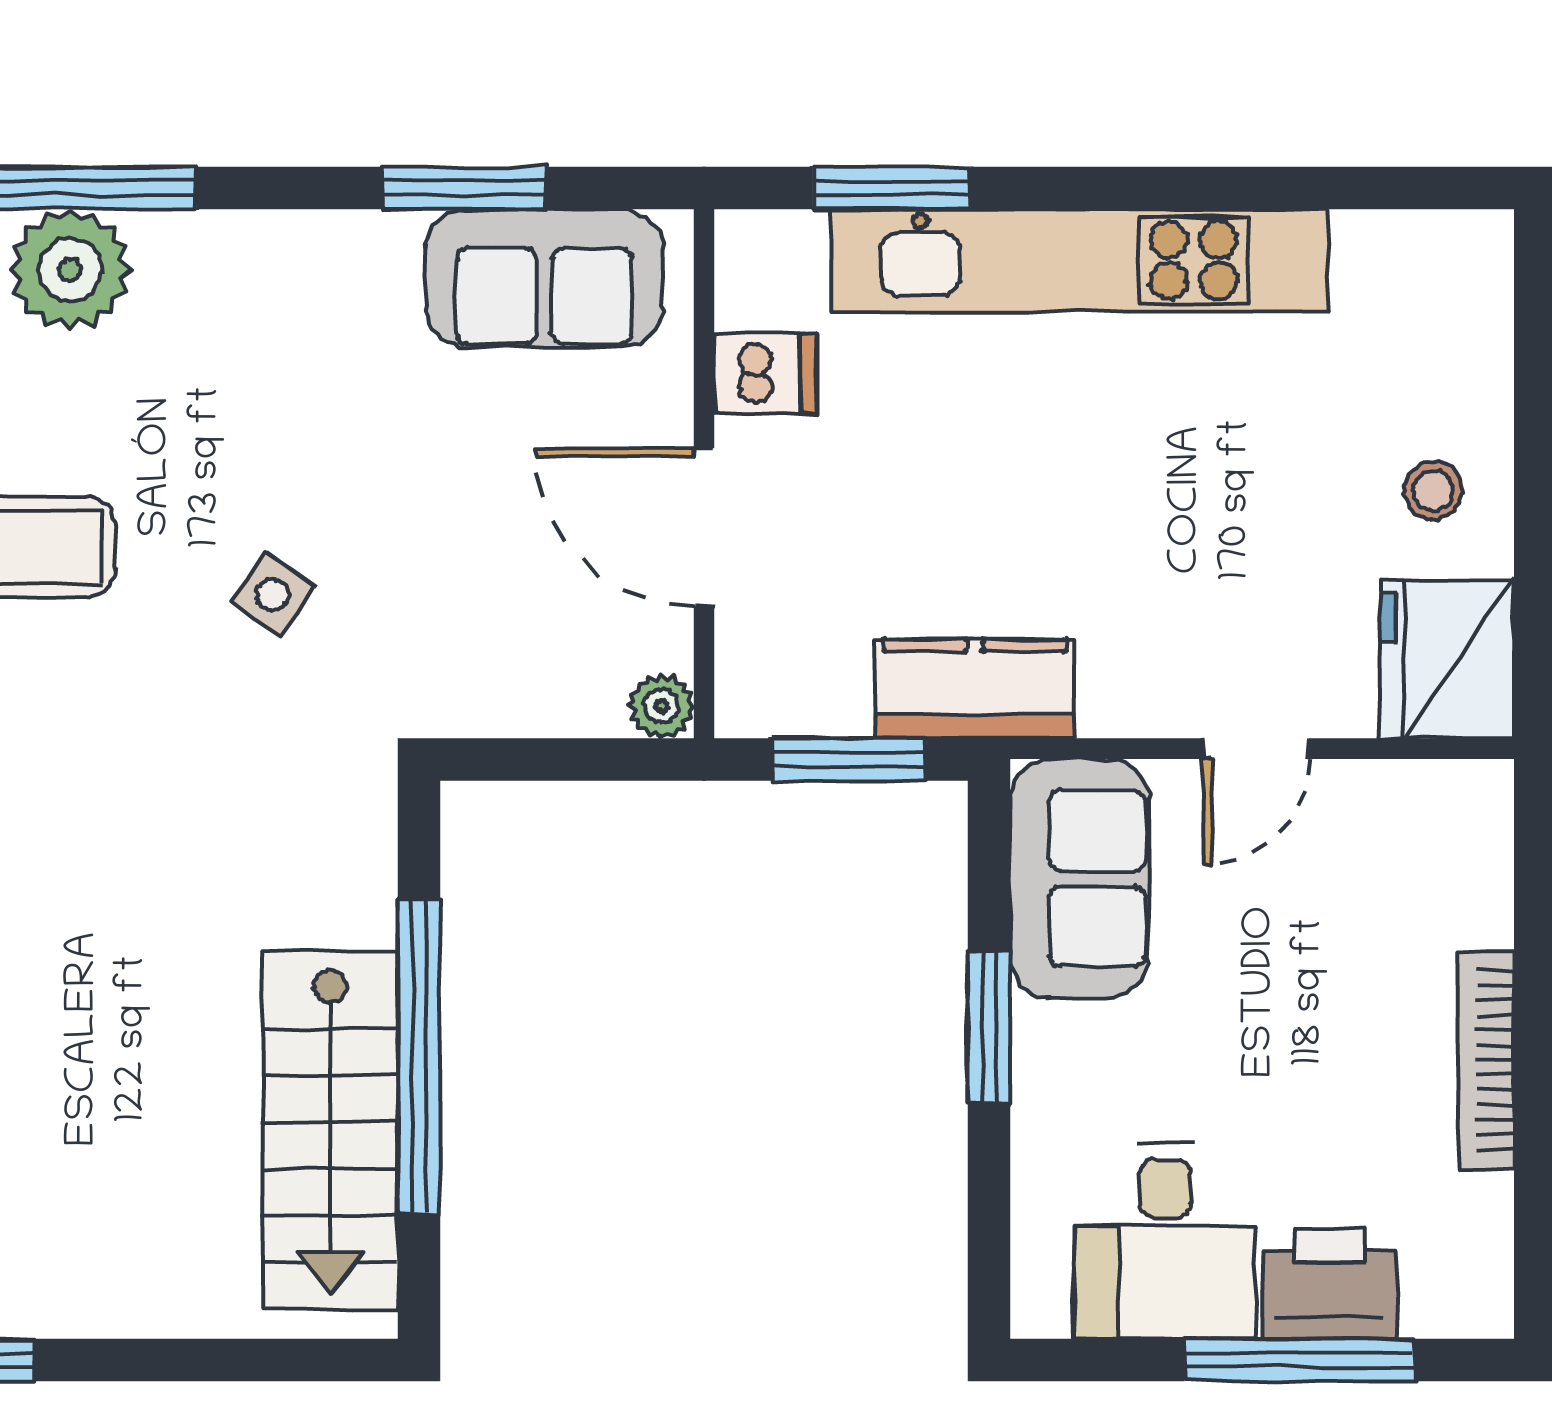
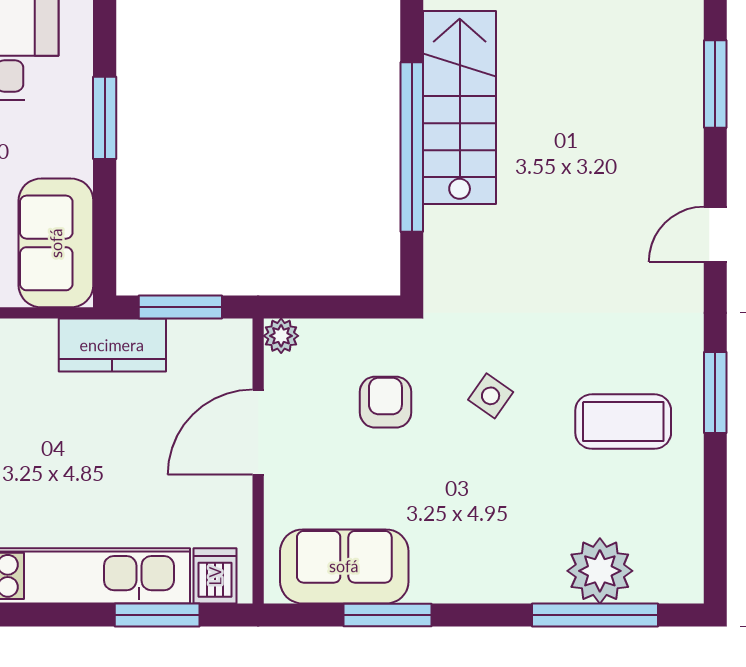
dishwasher: (766, 374) -> (215, 576), moved, turned 90
door: (704, 527) -> (258, 432), swing flipped
armchair: (468, 583) -> (385, 402), added
window: (989, 1027) -> (105, 118), moved

